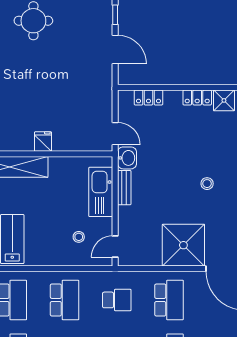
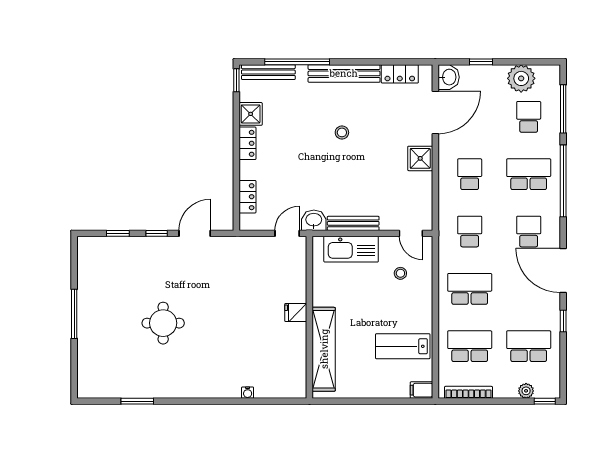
bench: (124, 188) -> (353, 223), width x1.36
shower: (183, 245) -> (420, 158), width x0.54, depth x0.54
school desk: (169, 300) -> (470, 174), width x0.54

